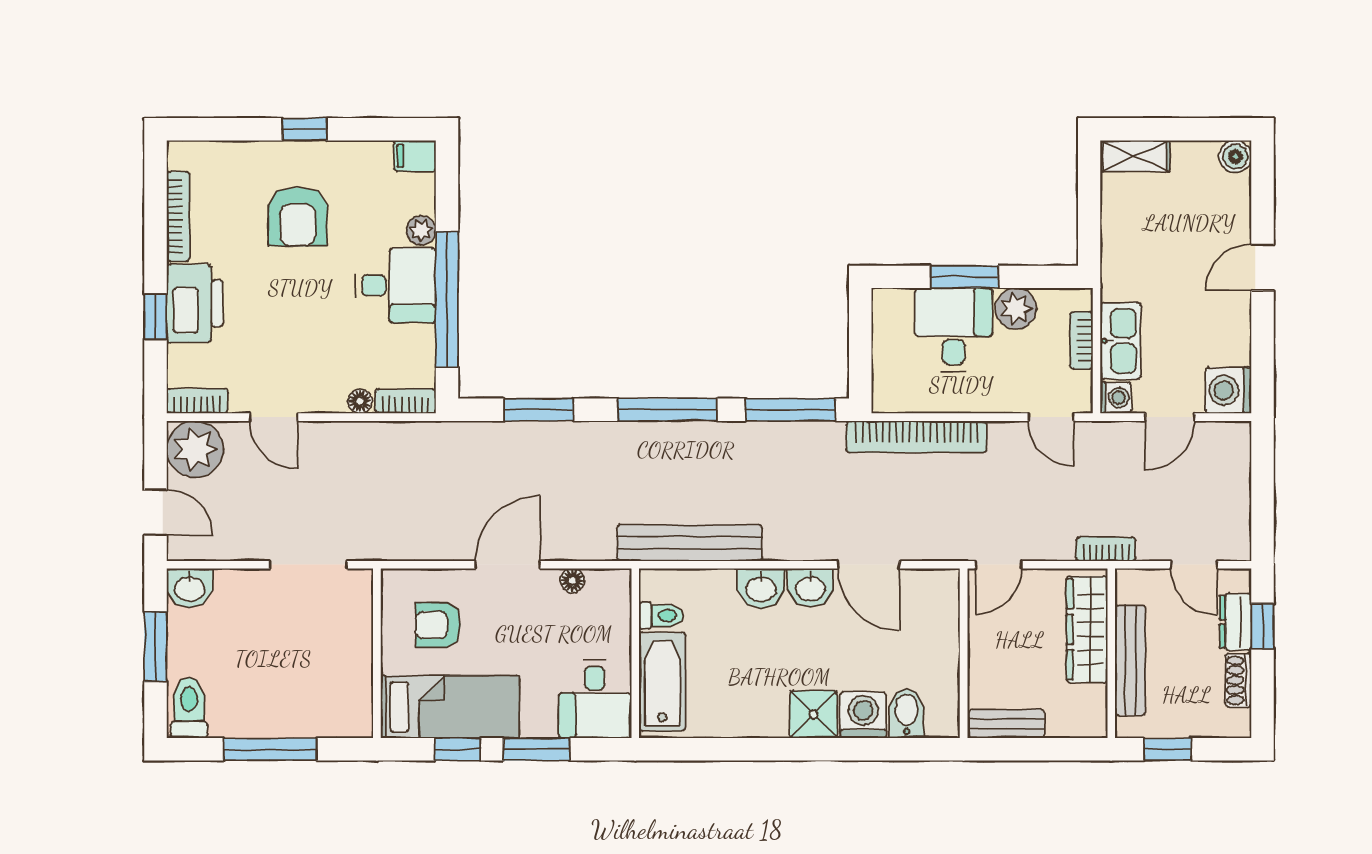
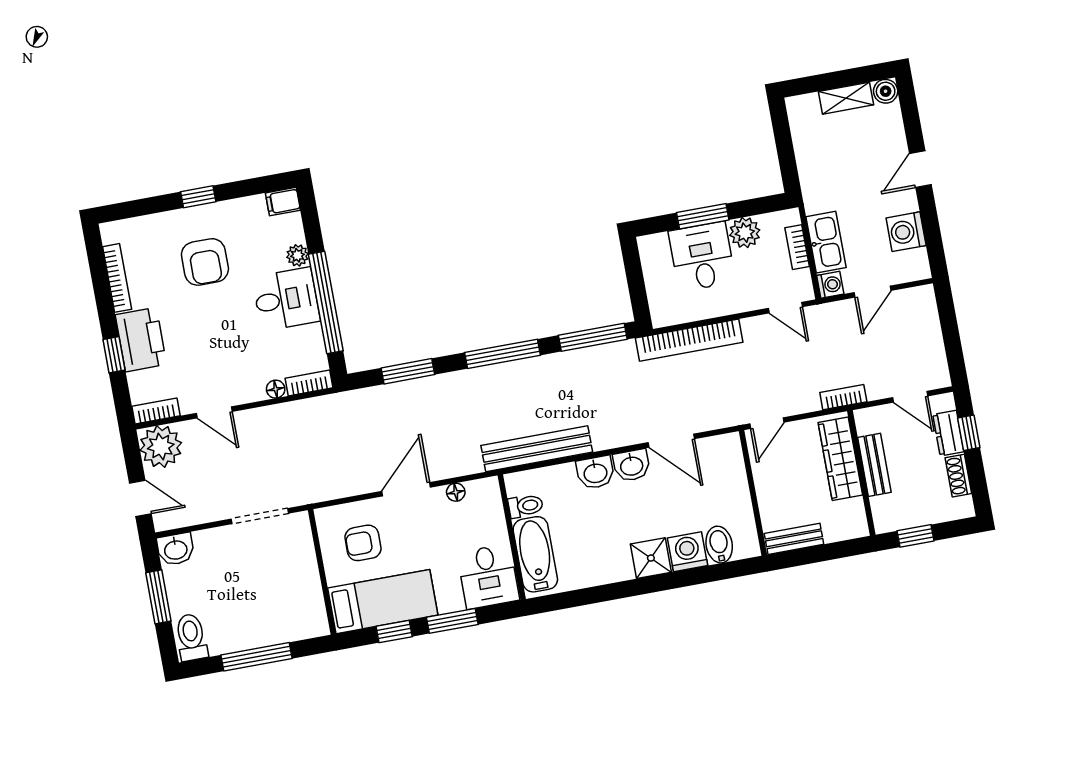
shelving: (1135, 156) -> (846, 98), moved
washing machine: (1228, 390) -> (906, 232), moved
bench: (1130, 660) -> (874, 465), width x0.73

